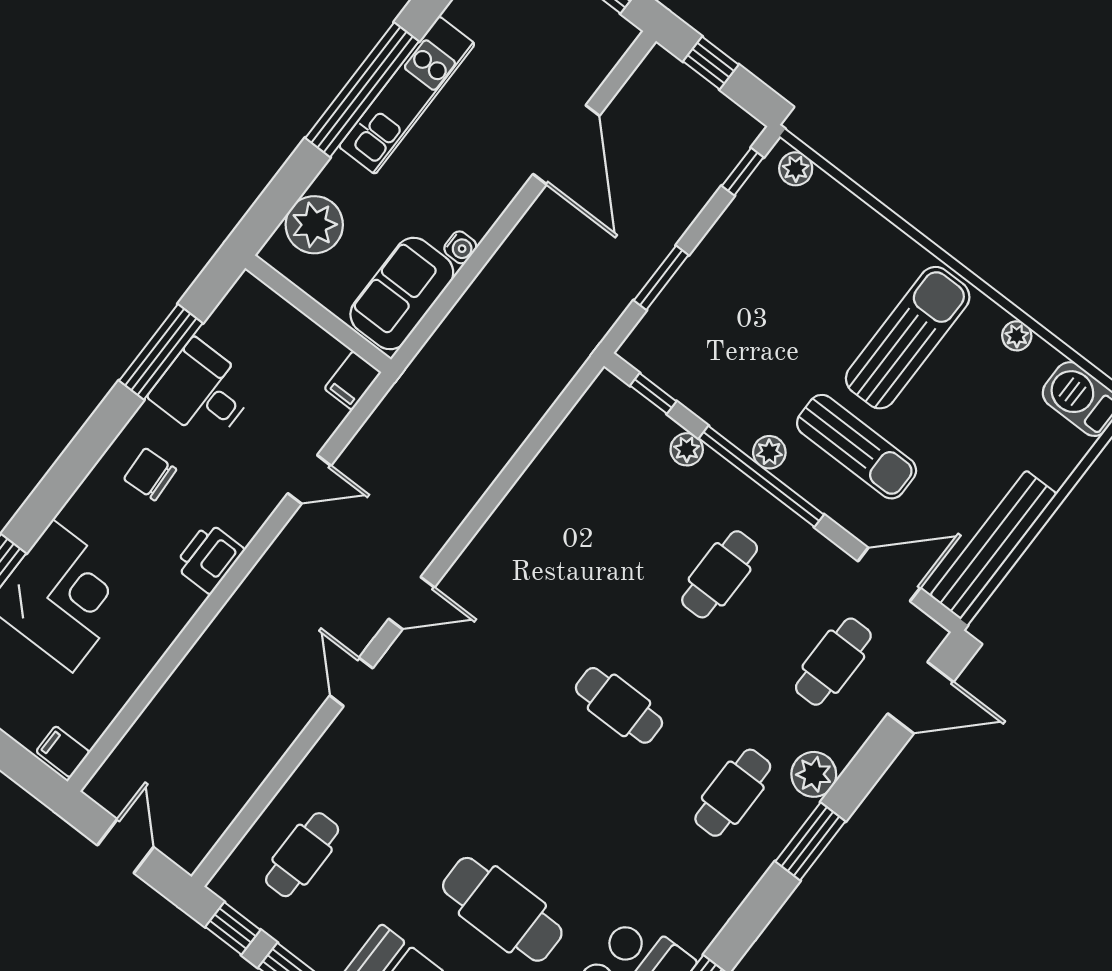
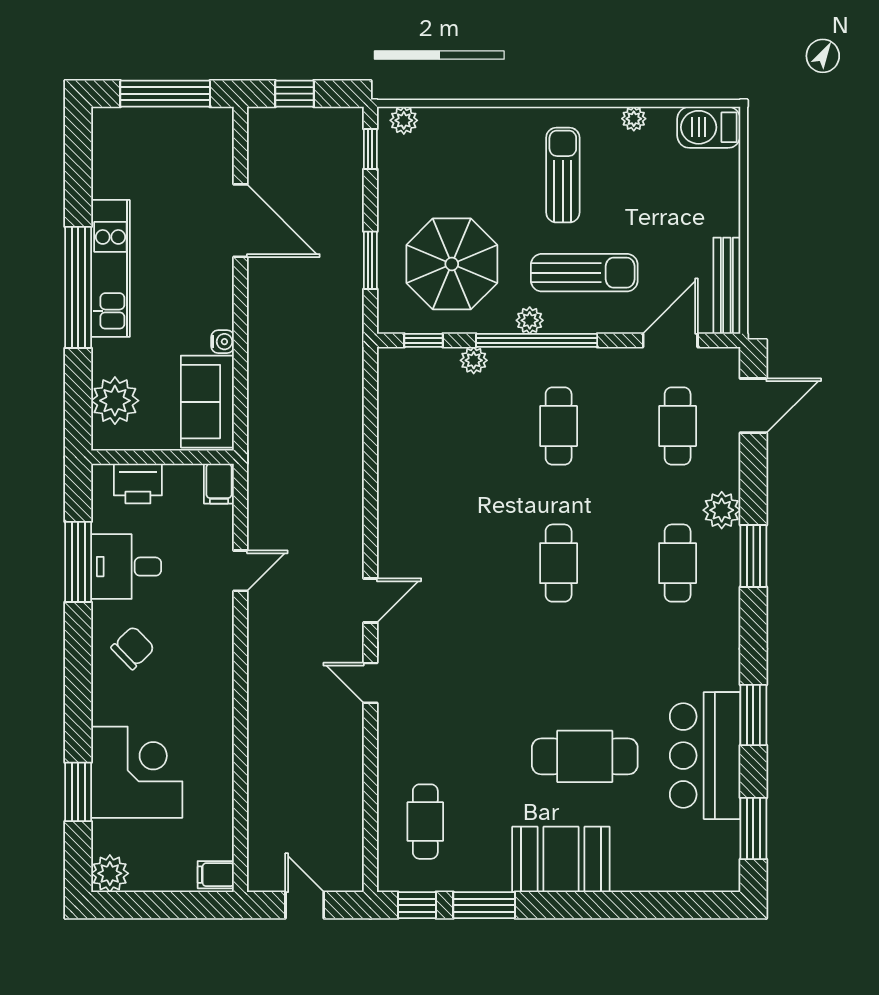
sun lounger: (908, 338) -> (563, 175), width x0.73, depth x0.75
parasol: (736, 341) -> (452, 264), added
chair: (150, 474) -> (133, 648), turned 139
bench: (993, 545) -> (727, 286), width x0.73, depth x0.82
printer: (209, 558) -> (138, 484), moved, turned -90
cafe table: (619, 705) -> (559, 563), turned 90

